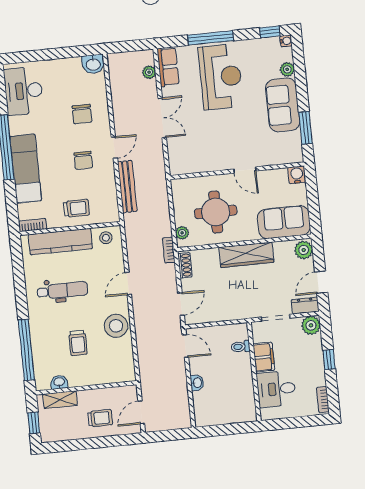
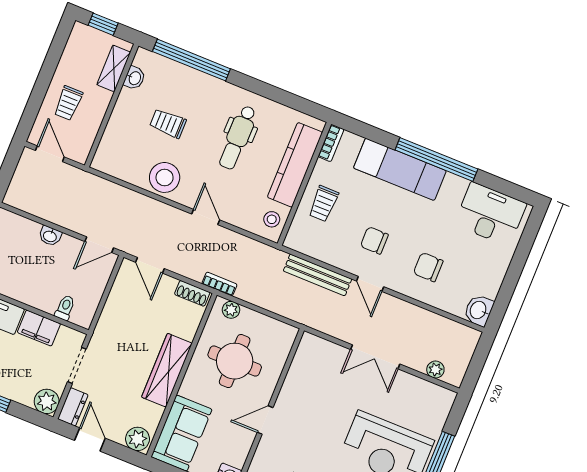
row of seats: (168, 67) -> (430, 394), removed

